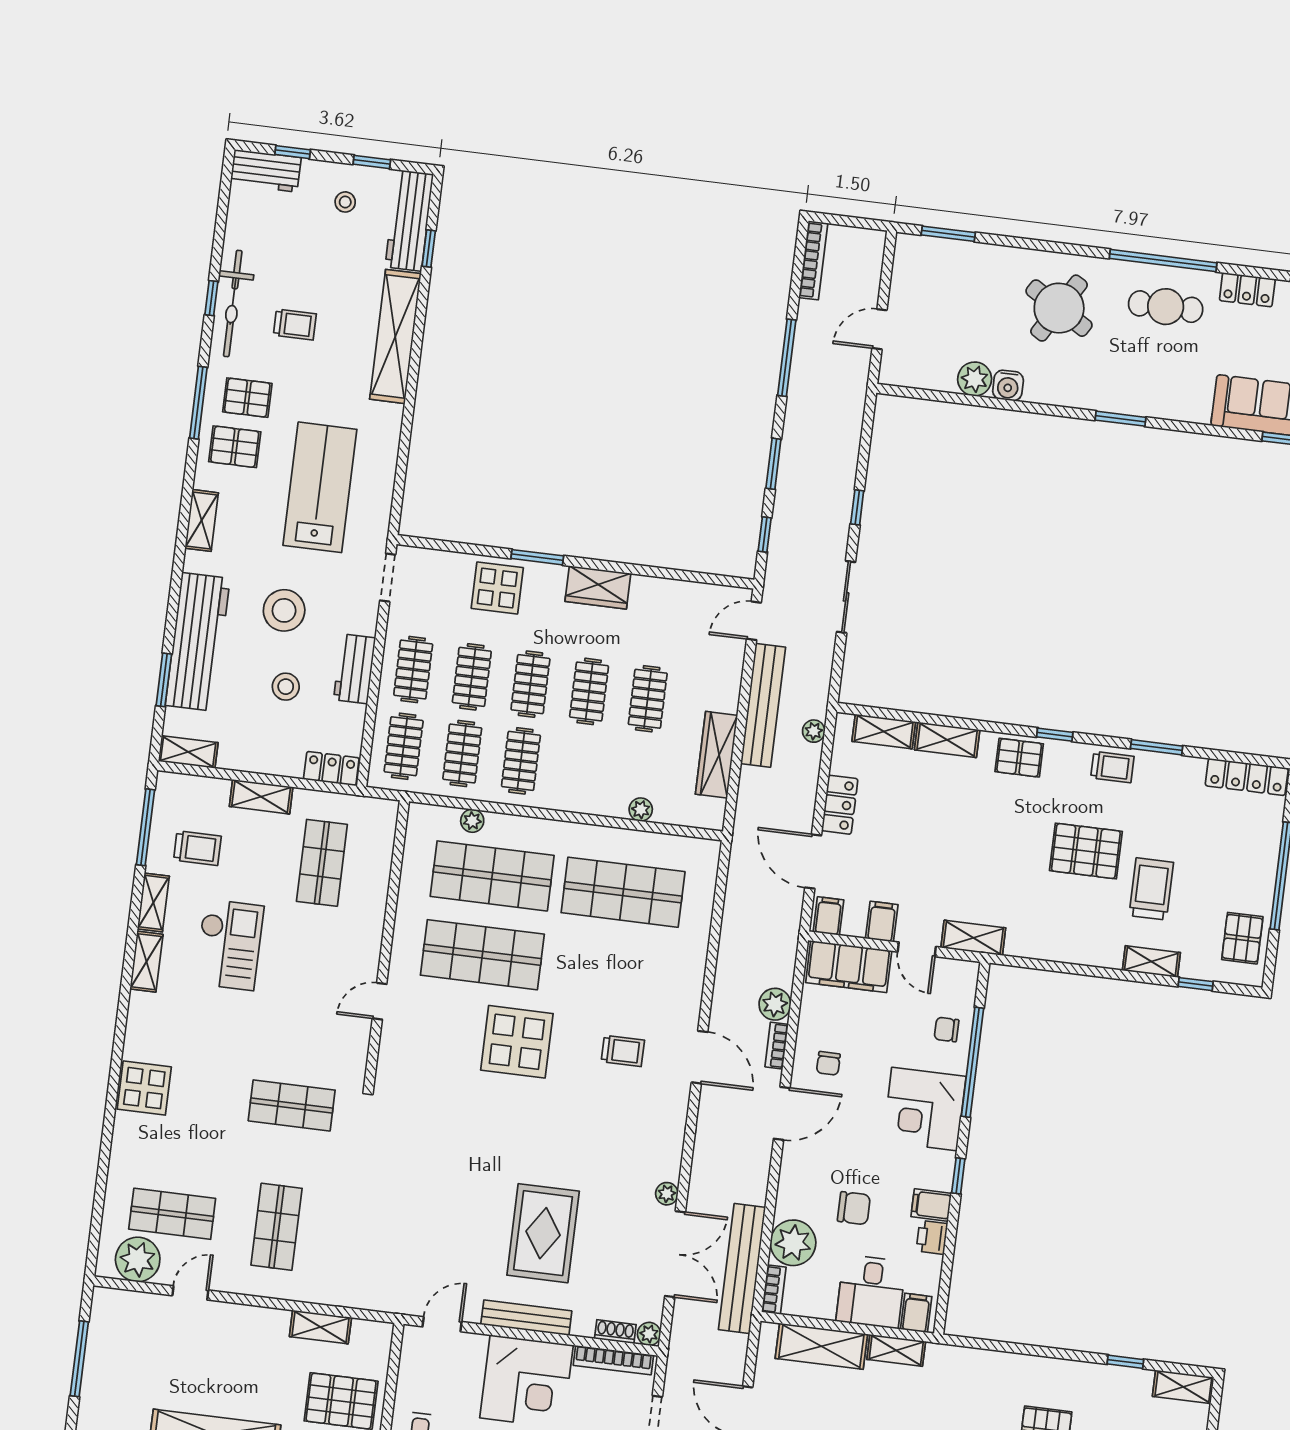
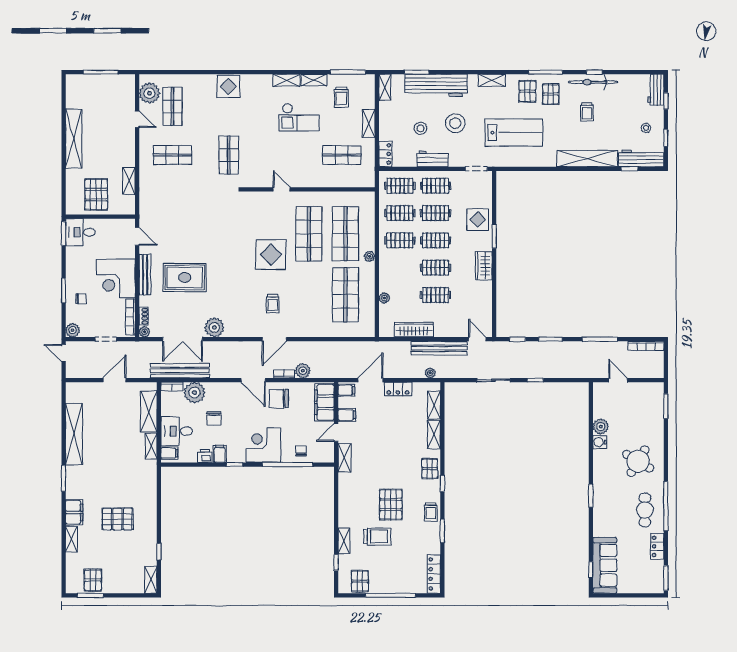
plant: (472, 821) -> (370, 256), moved
pallet: (1242, 938) -> (360, 581), turned 90
chair: (828, 1063) -> (279, 399), width x1.87, depth x1.87
plant: (667, 1194) -> (214, 327), width x1.87, depth x1.87

